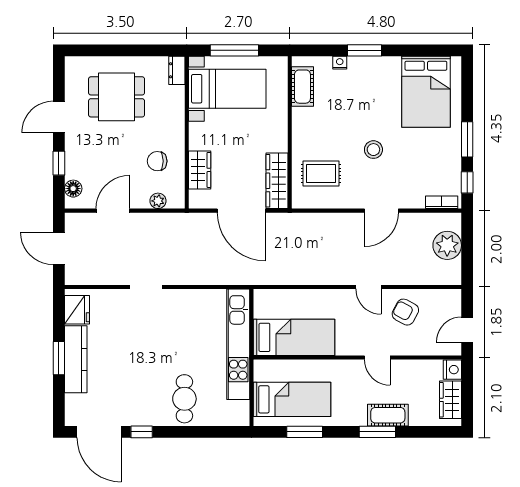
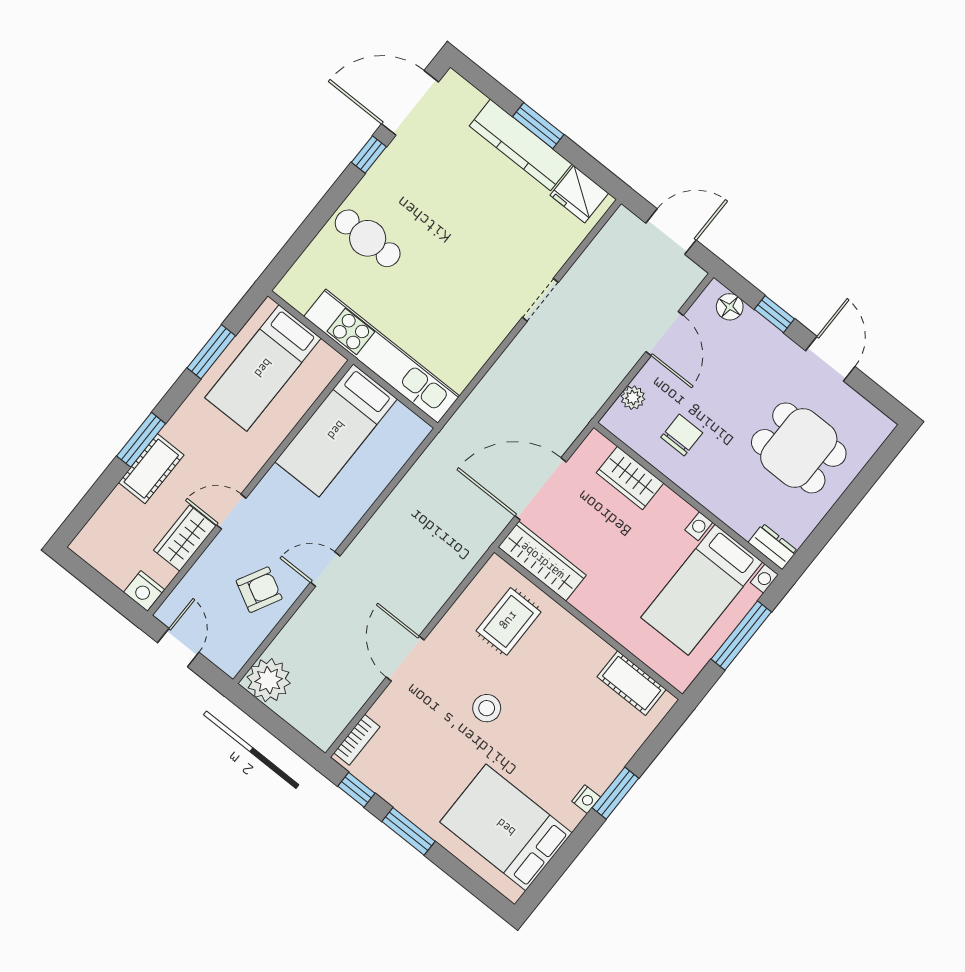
nightstand: (340, 63) -> (586, 799), moved
dining table: (117, 97) -> (799, 448), turned 90
plant: (447, 245) -> (269, 680), moved
wardrobe: (451, 400) -> (185, 538), moved, turned -90

